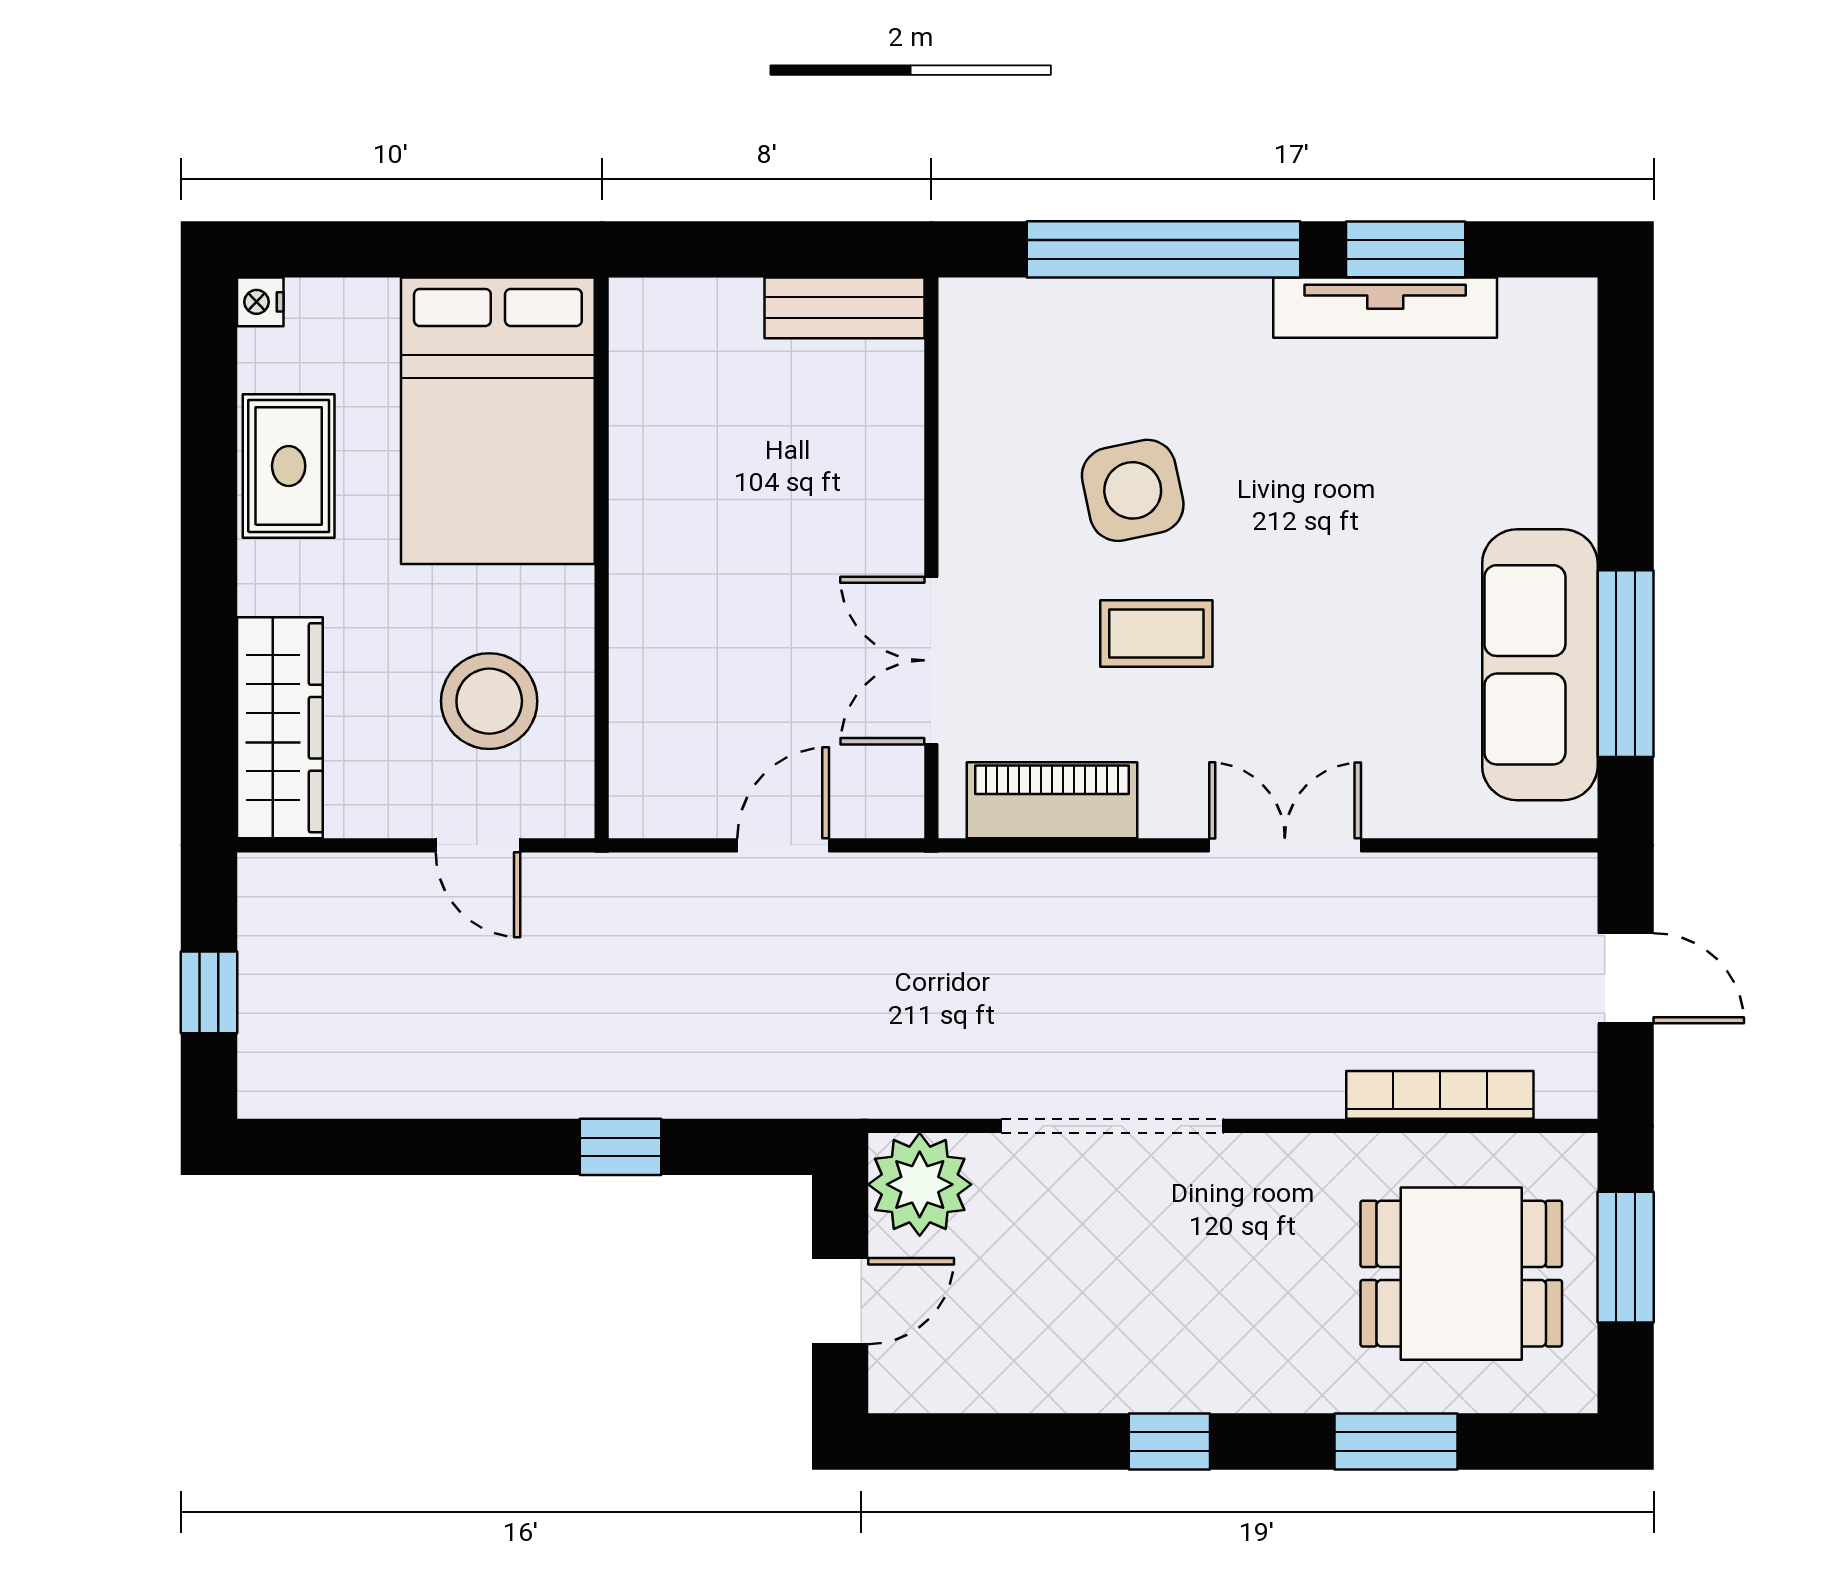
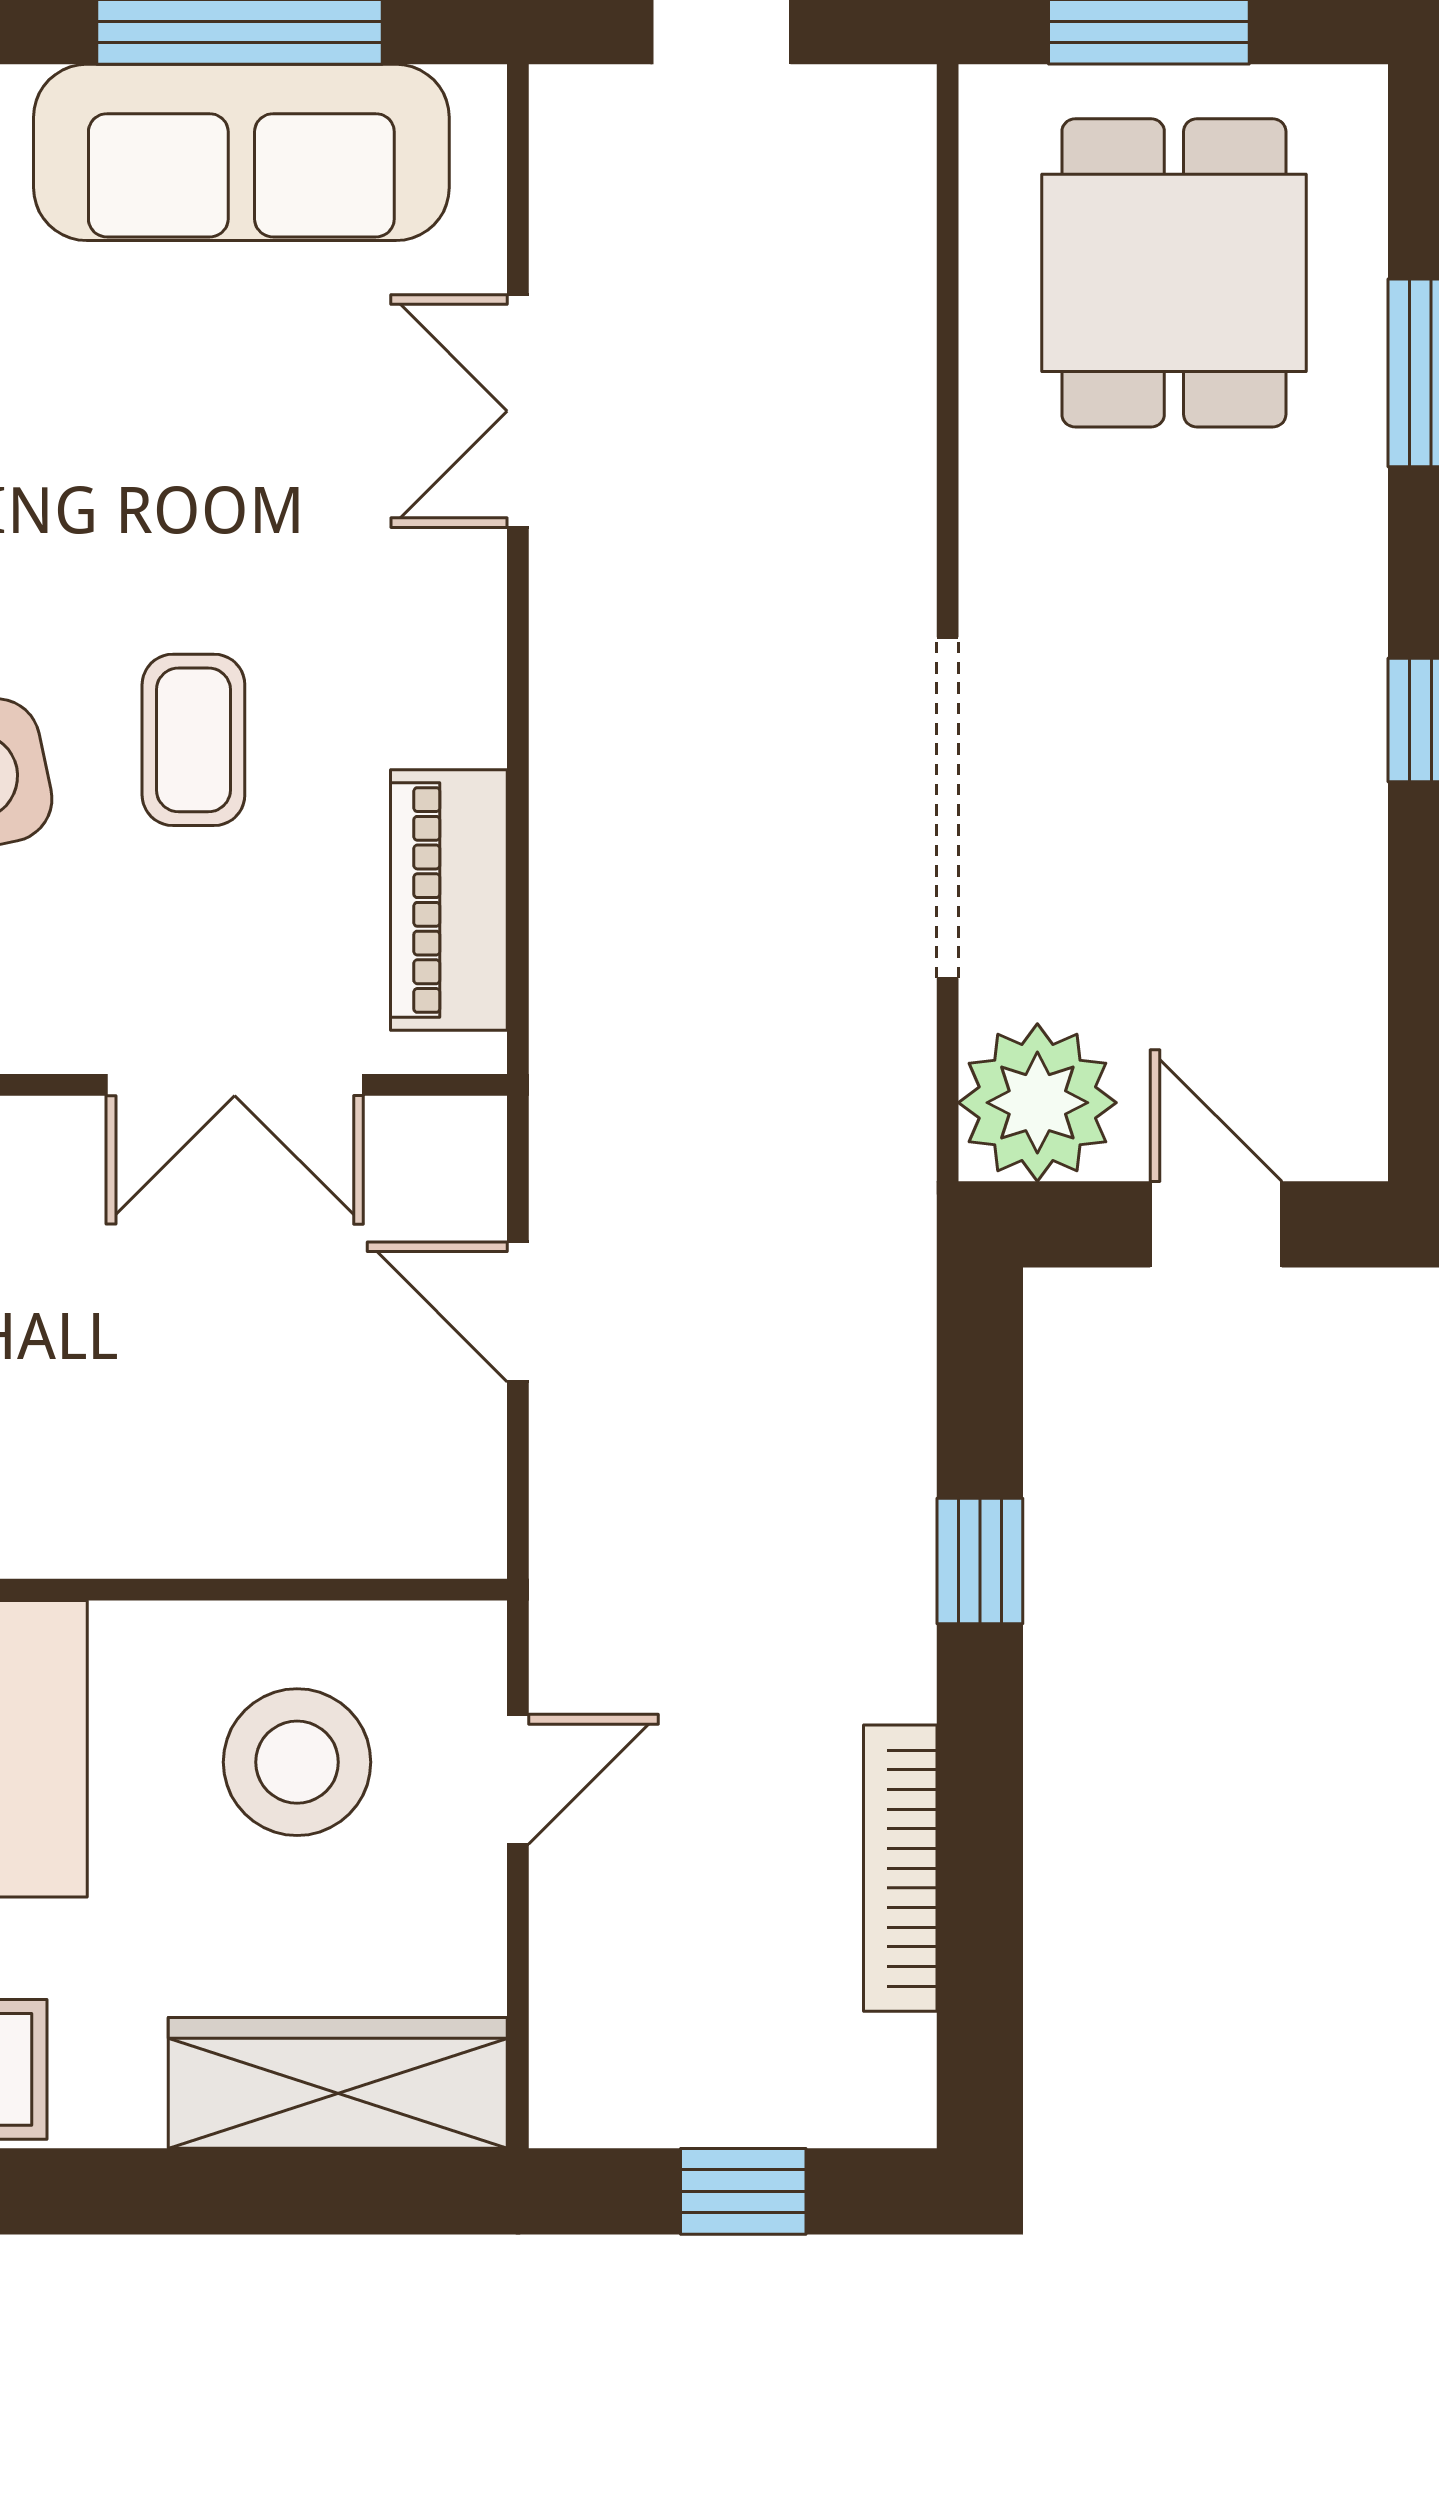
double door: (1285, 845) -> (518, 411), moved
bookcase: (1440, 1095) -> (900, 1868), moved

